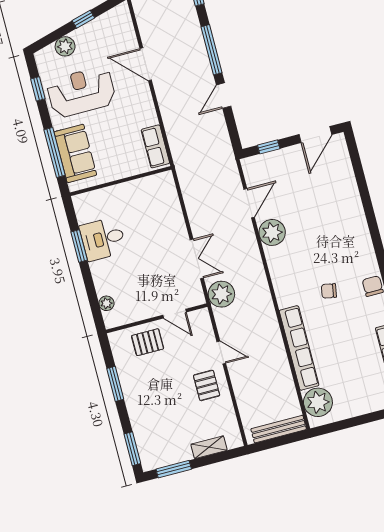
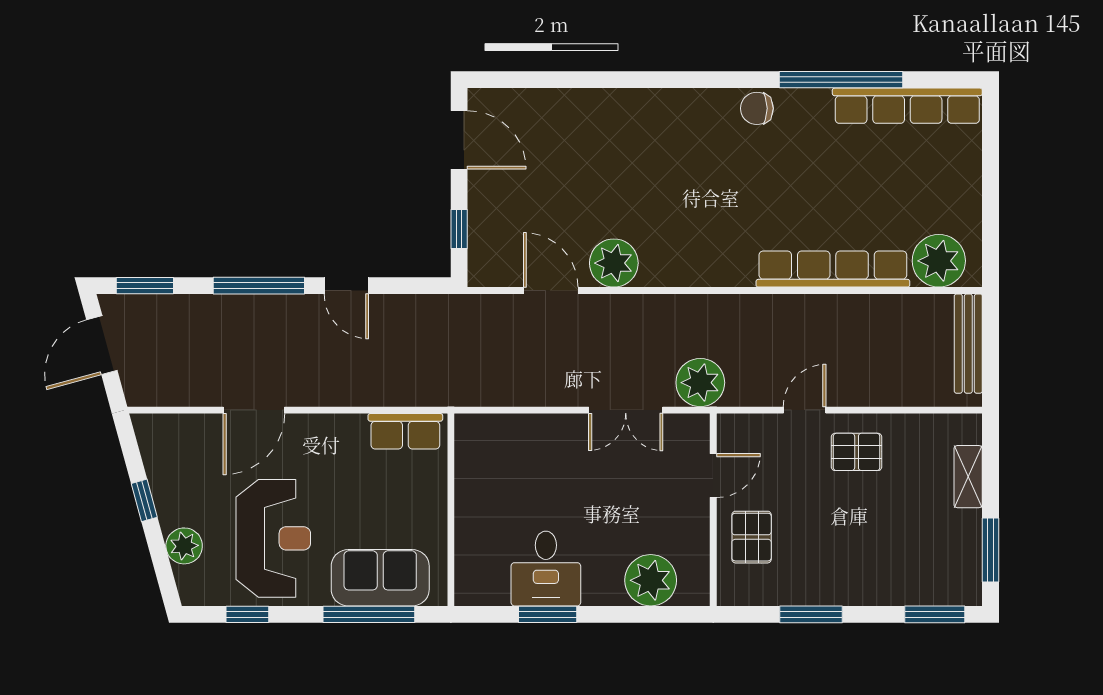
reception desk: (81, 92) -> (273, 538), turned 180
double door: (197, 259) -> (626, 410), swing flipped
chair: (329, 291) -> (745, 189), removed
plant: (106, 303) -> (651, 580), width x1.87, depth x1.87

